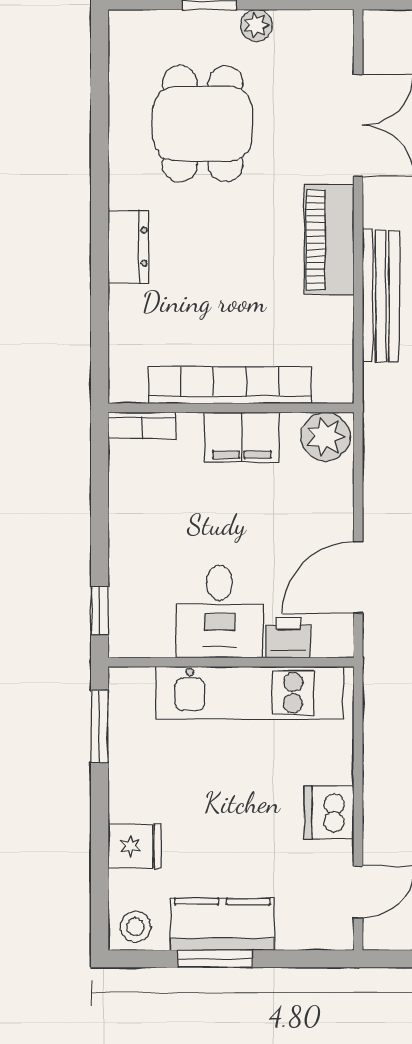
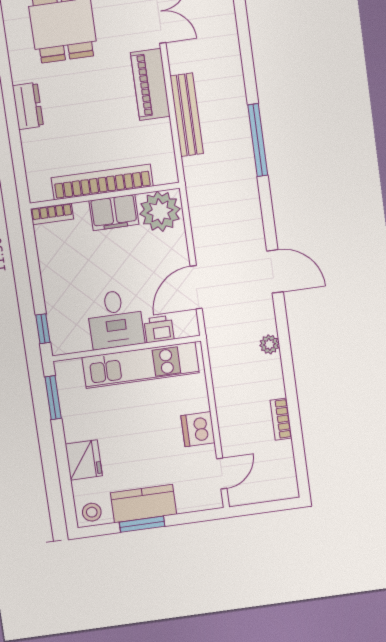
plant: (325, 437) -> (160, 211), width x1.36, depth x1.36
fridge: (135, 846) -> (84, 460), width x1.38

